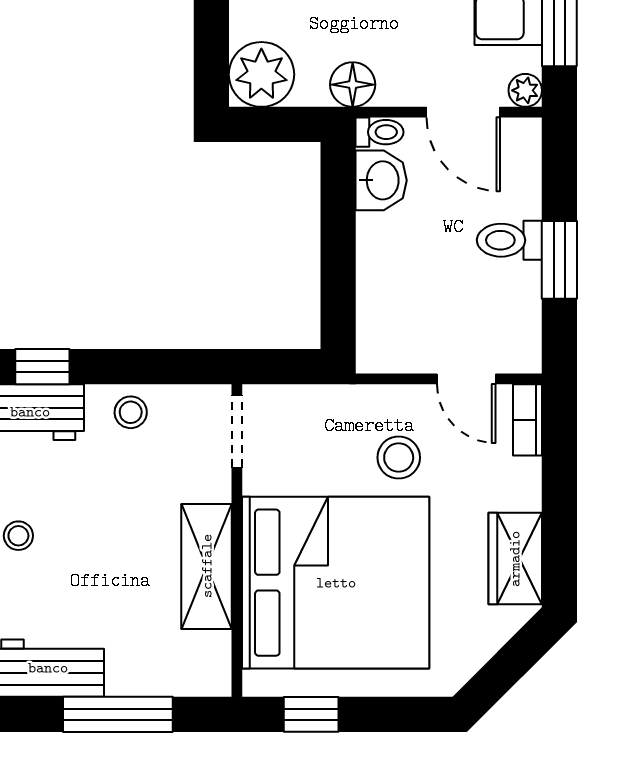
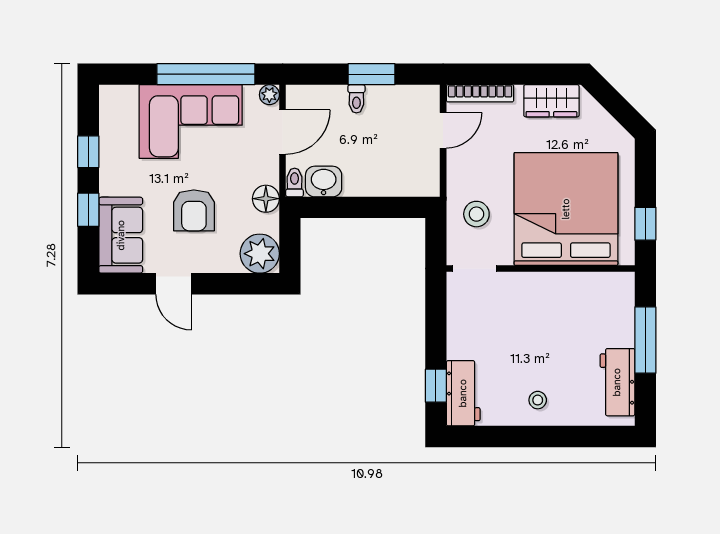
toilet: (509, 240) -> (356, 99), width x0.73, depth x0.72
stool: (131, 412) -> (463, 332), removed
bookcase: (528, 420) -> (480, 93), width x1.56
stool: (399, 458) -> (476, 214), moved
shelving: (207, 566) -> (556, 287), removed

